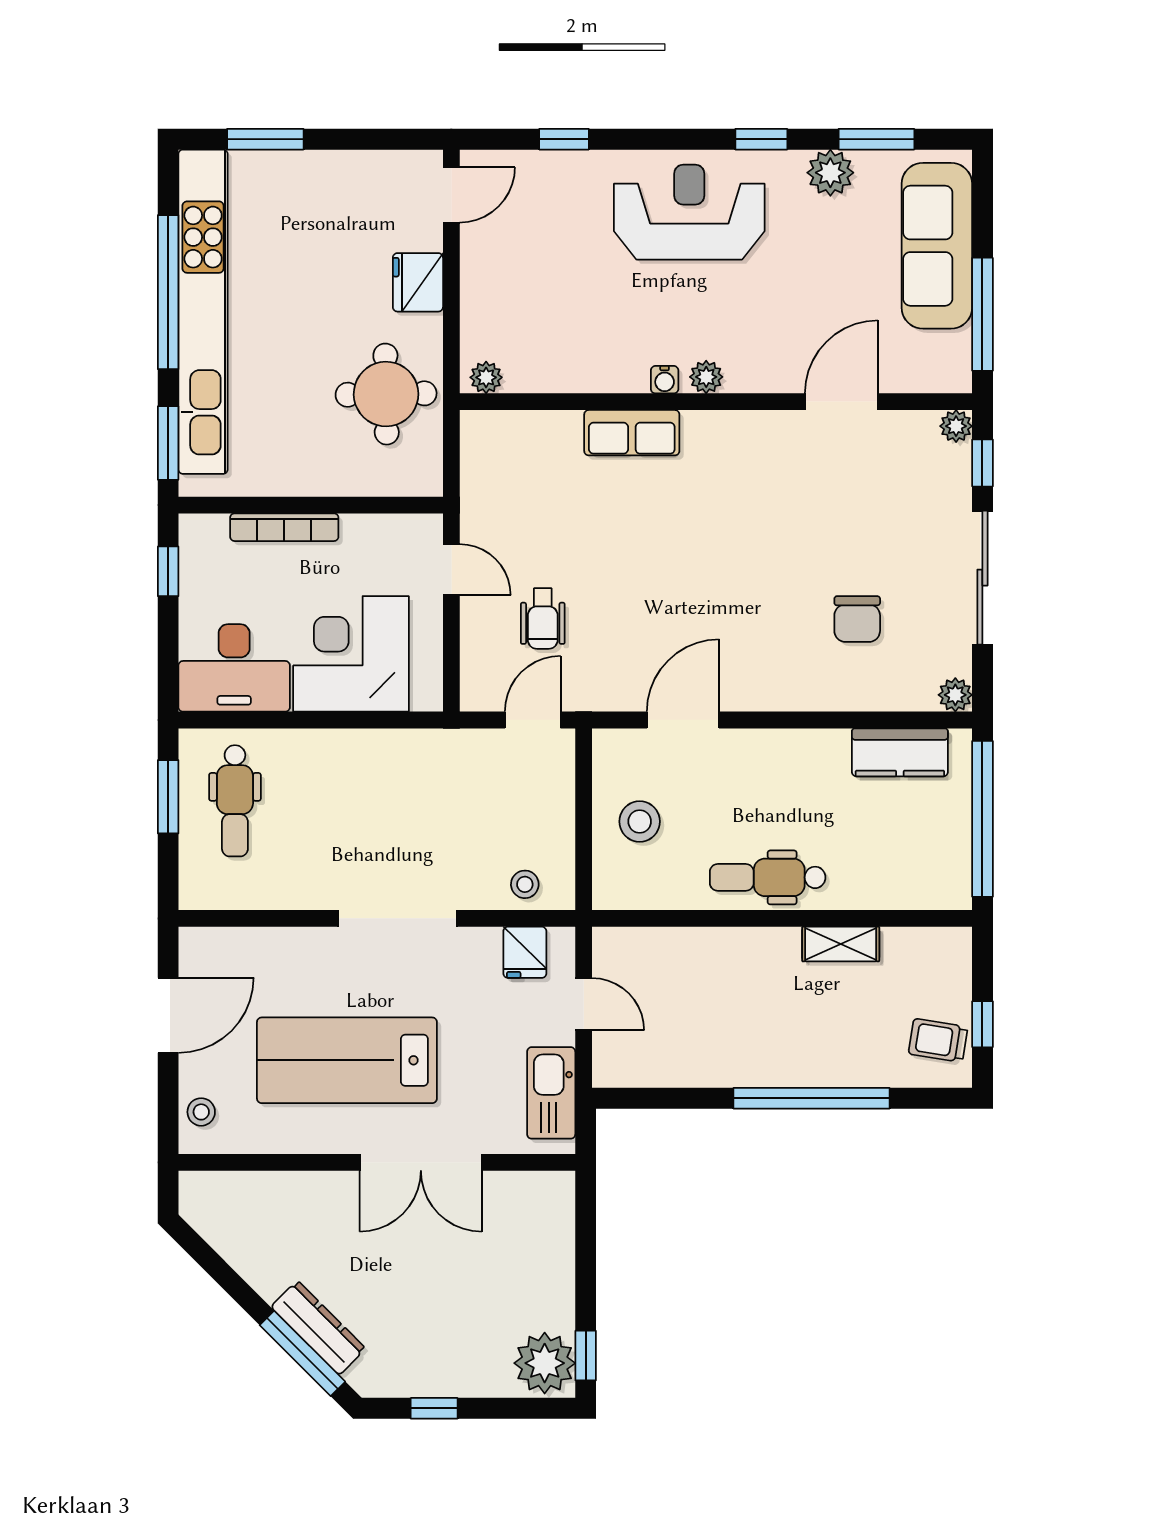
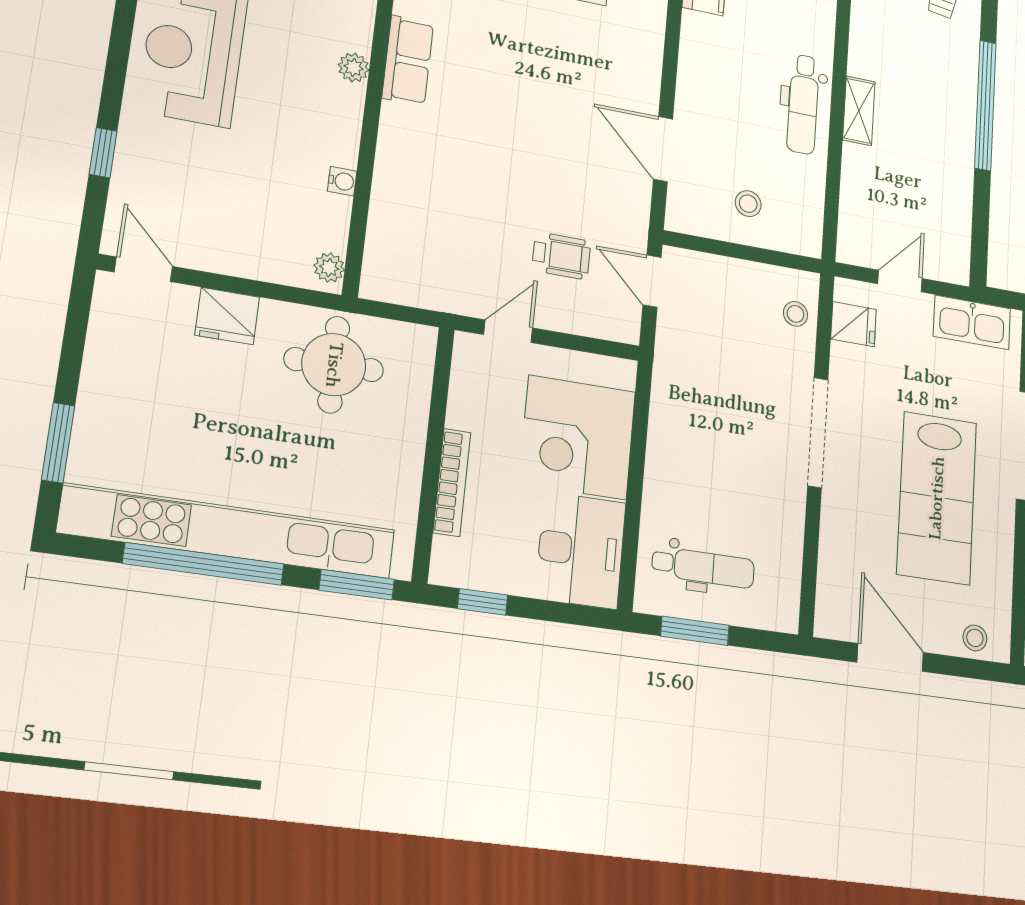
water cooler: (665, 380) -> (342, 181), moved
row of seats: (632, 433) -> (408, 60), moved
stool: (640, 821) -> (748, 204), width x0.73, depth x0.73
shelving: (841, 944) -> (859, 111), moved

